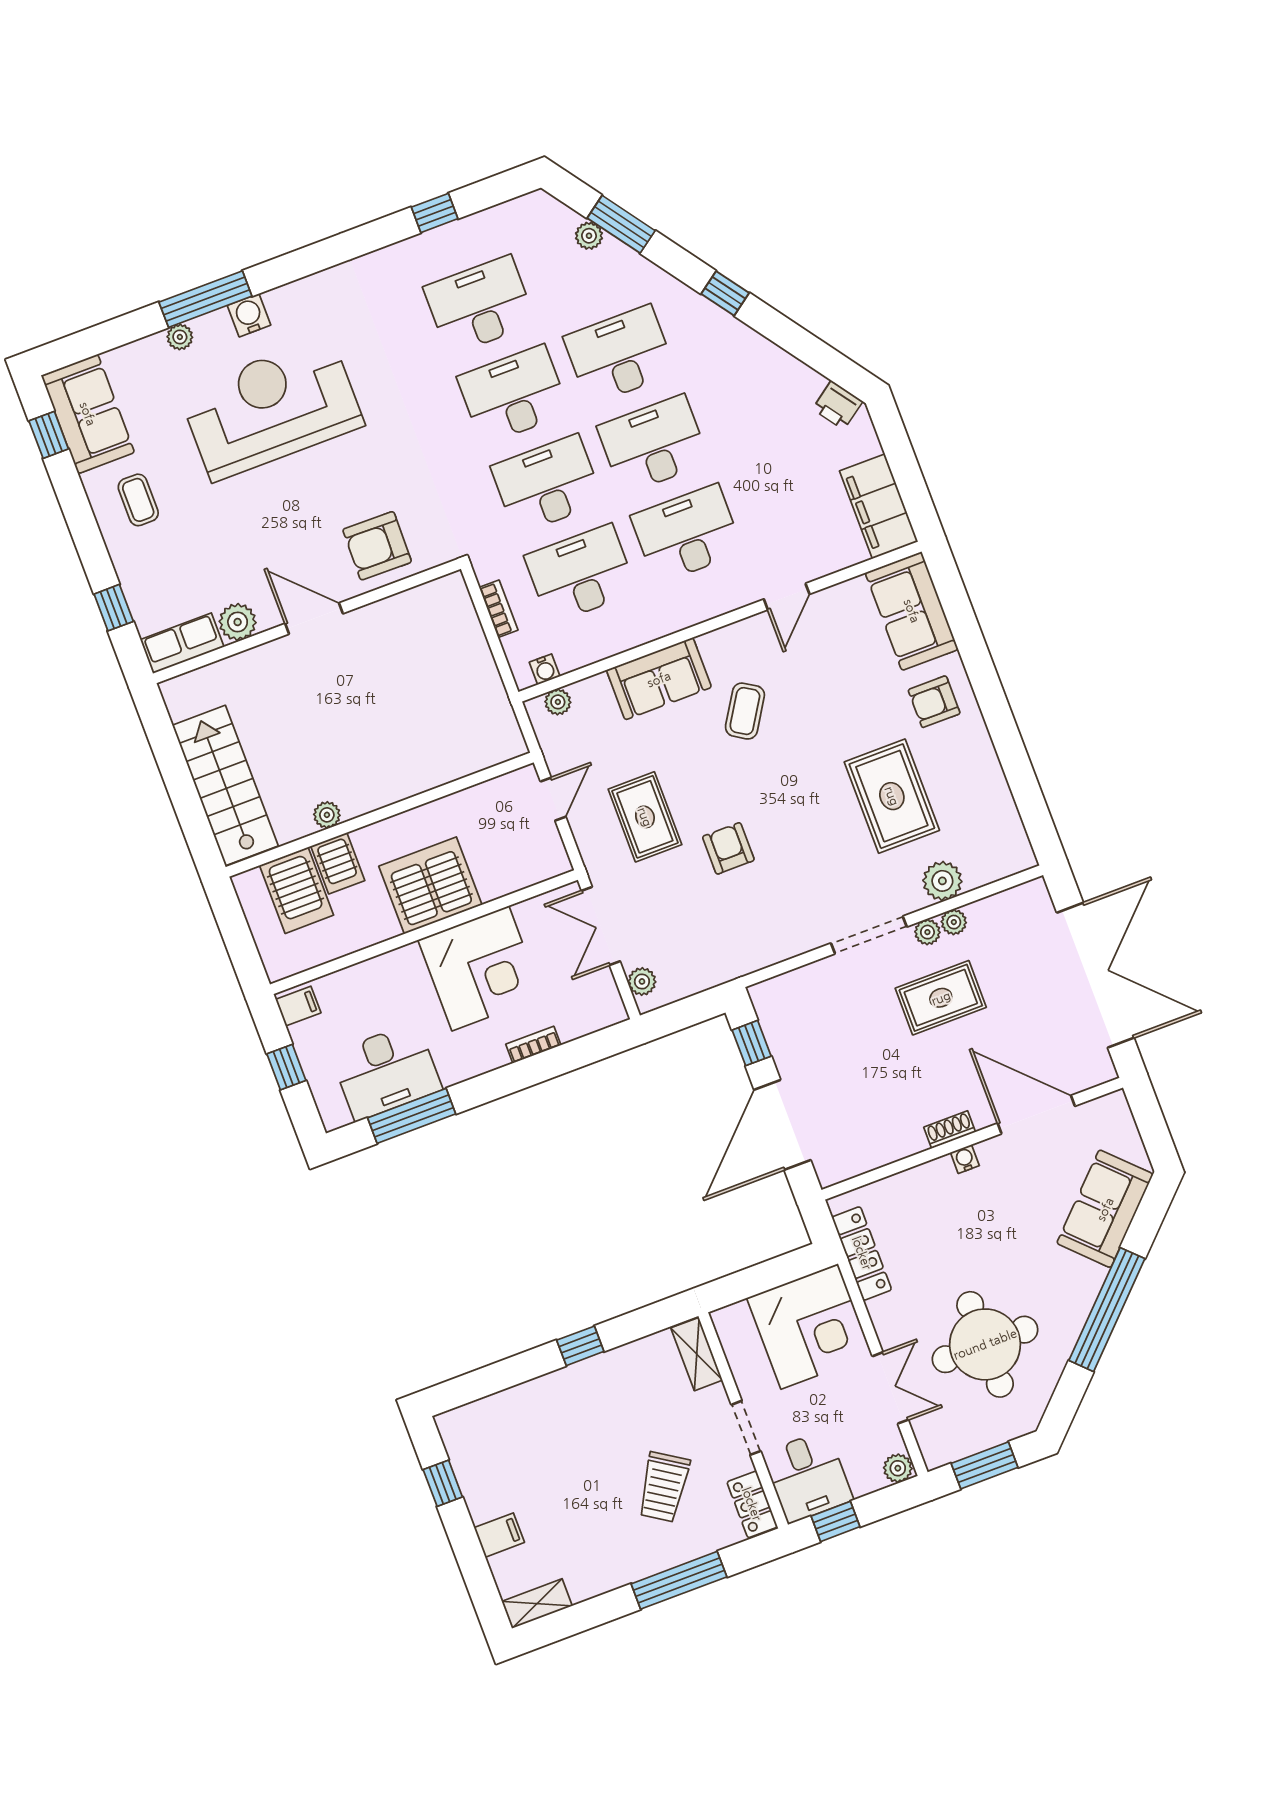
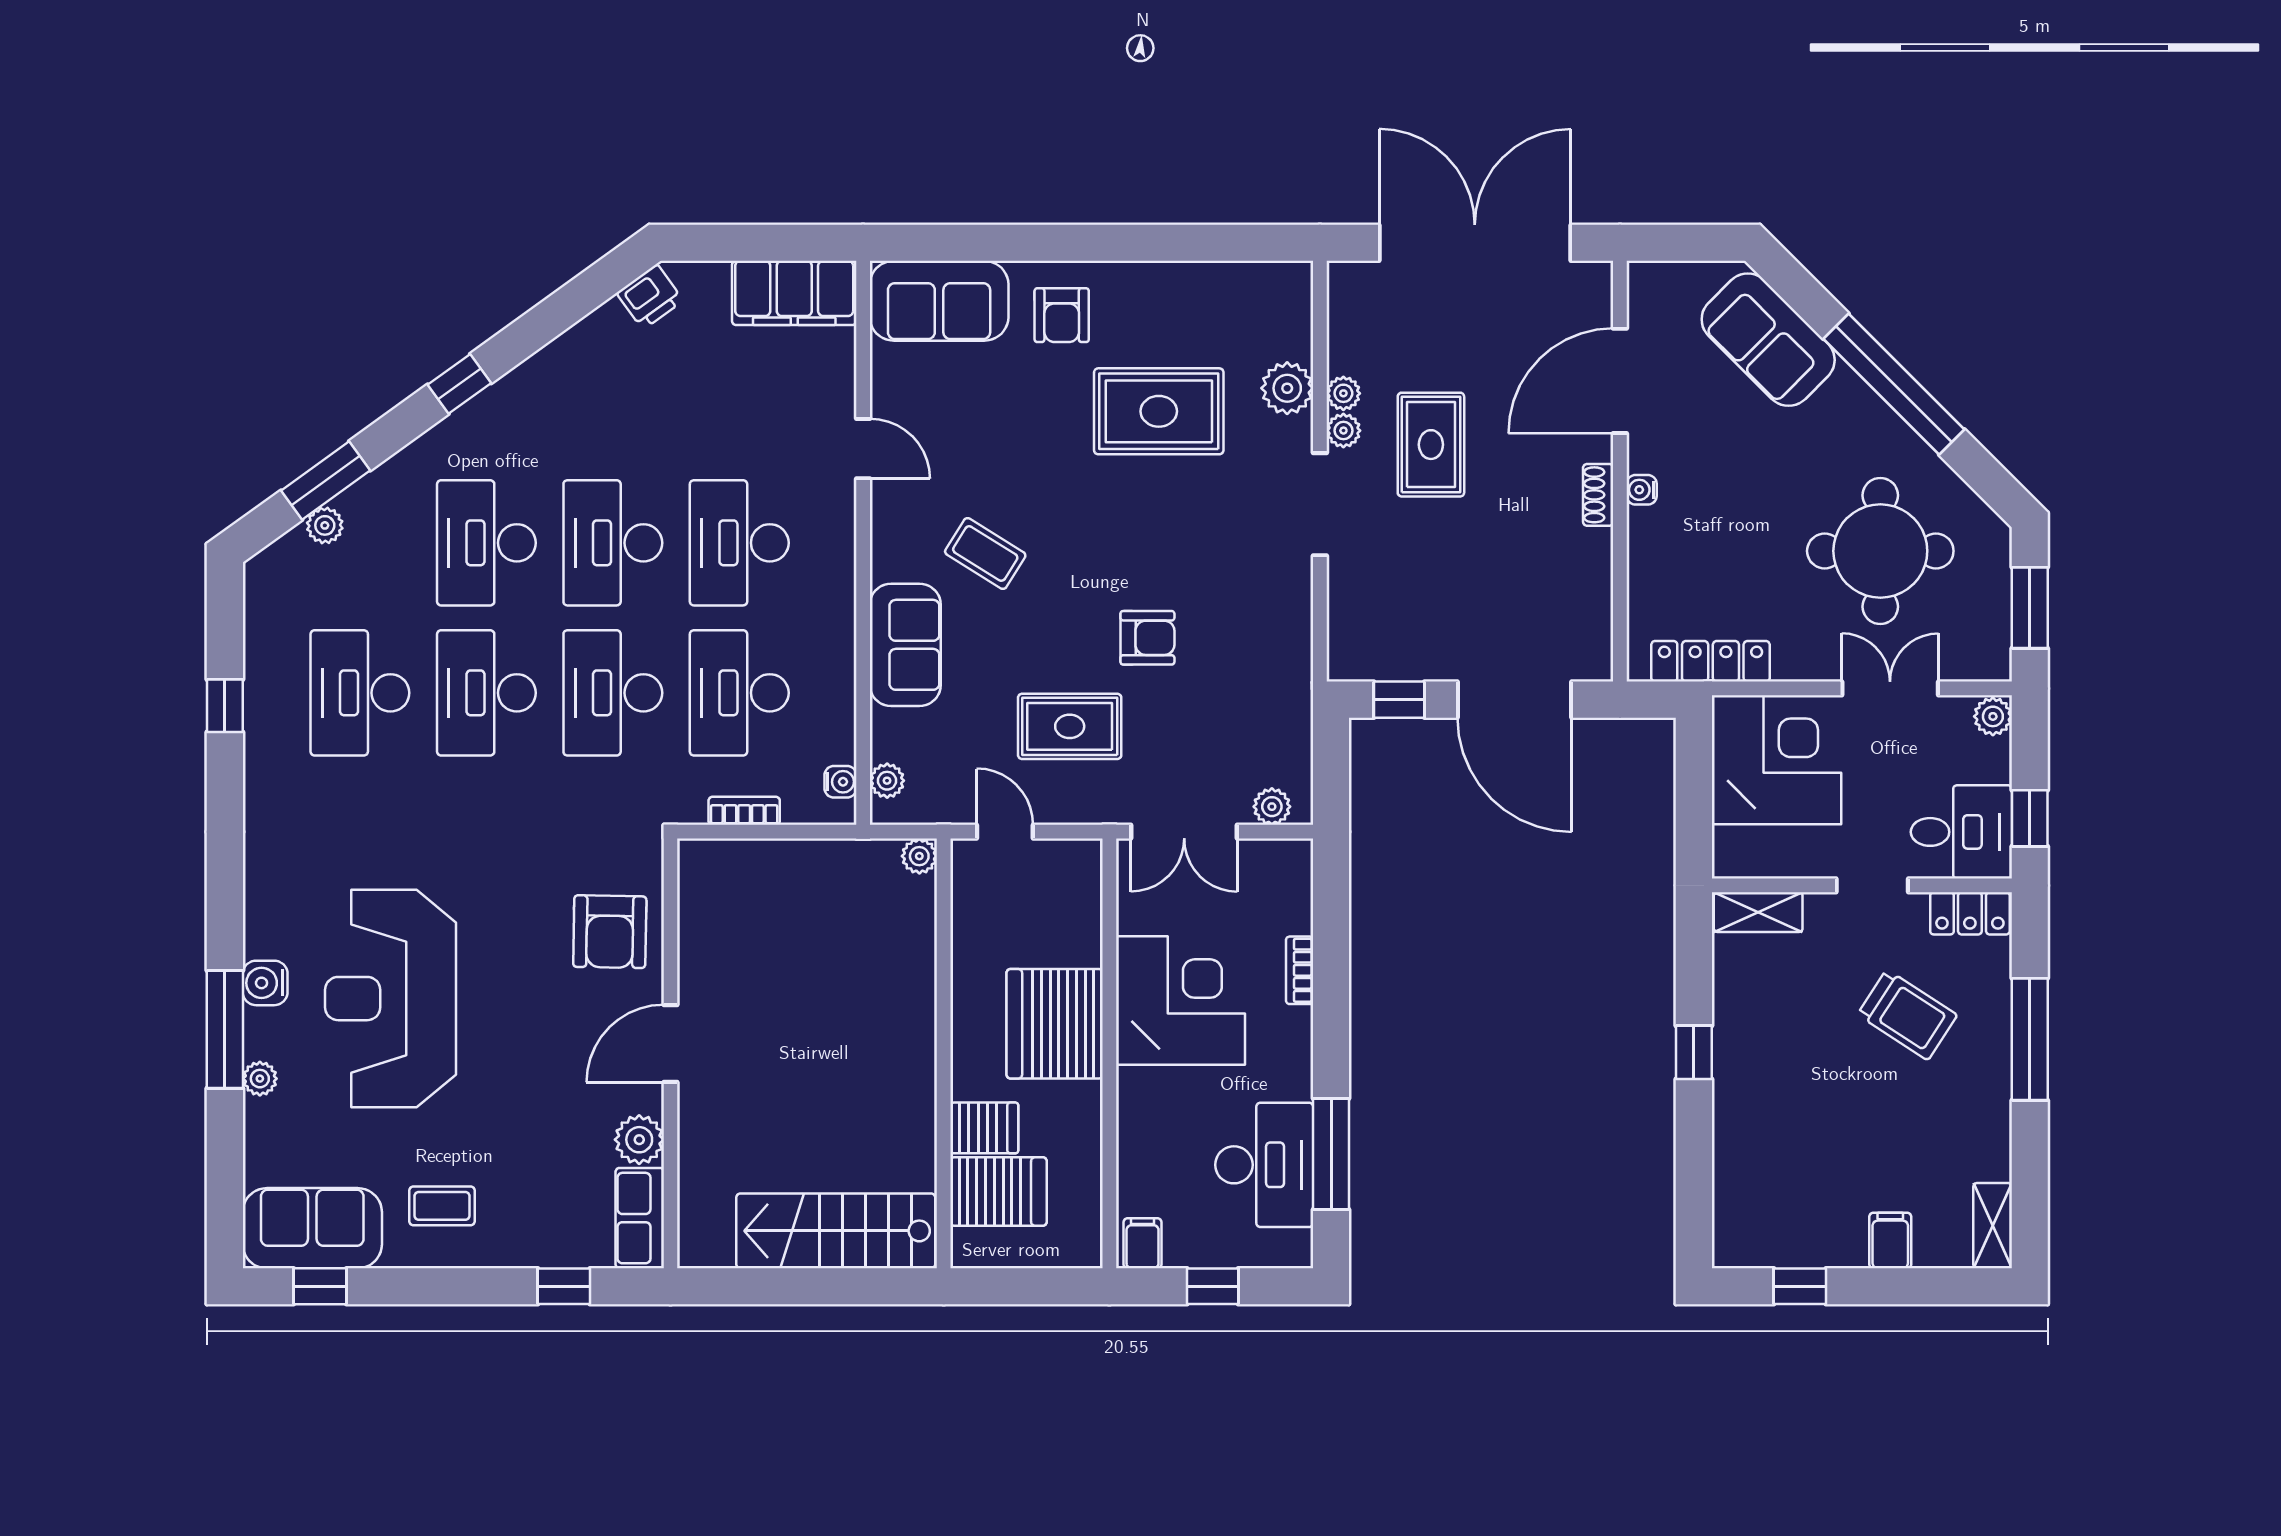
plant: (327, 815) -> (919, 856), moved
armchair: (728, 848) -> (1147, 638), turned 180

